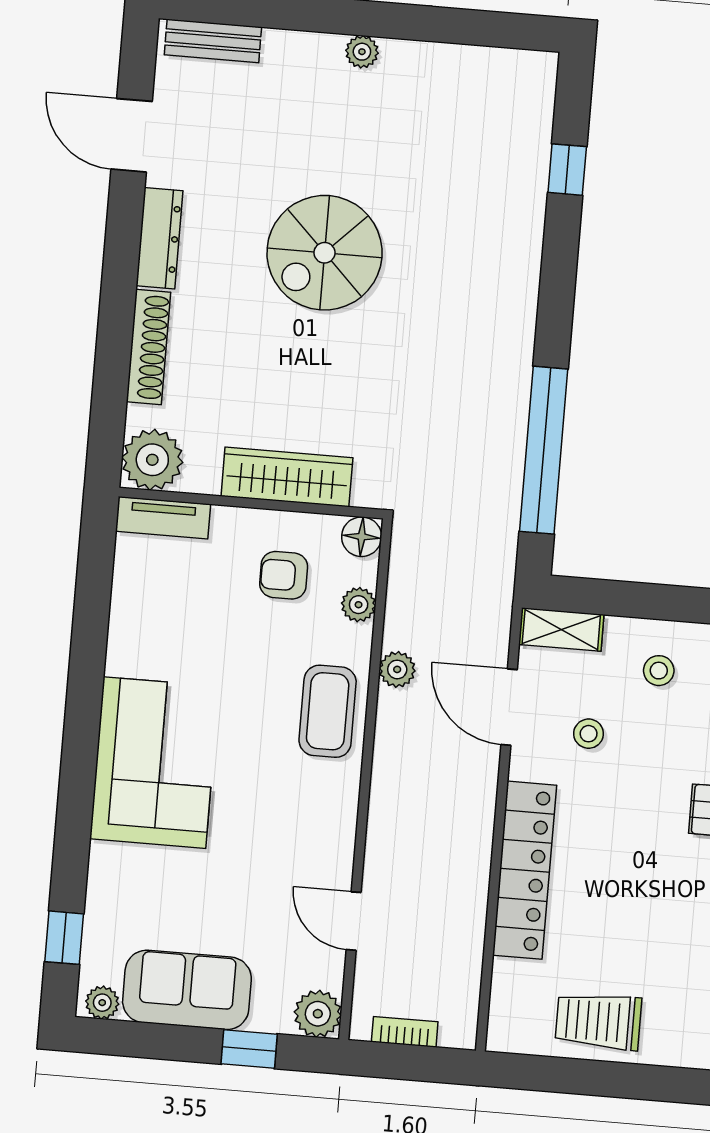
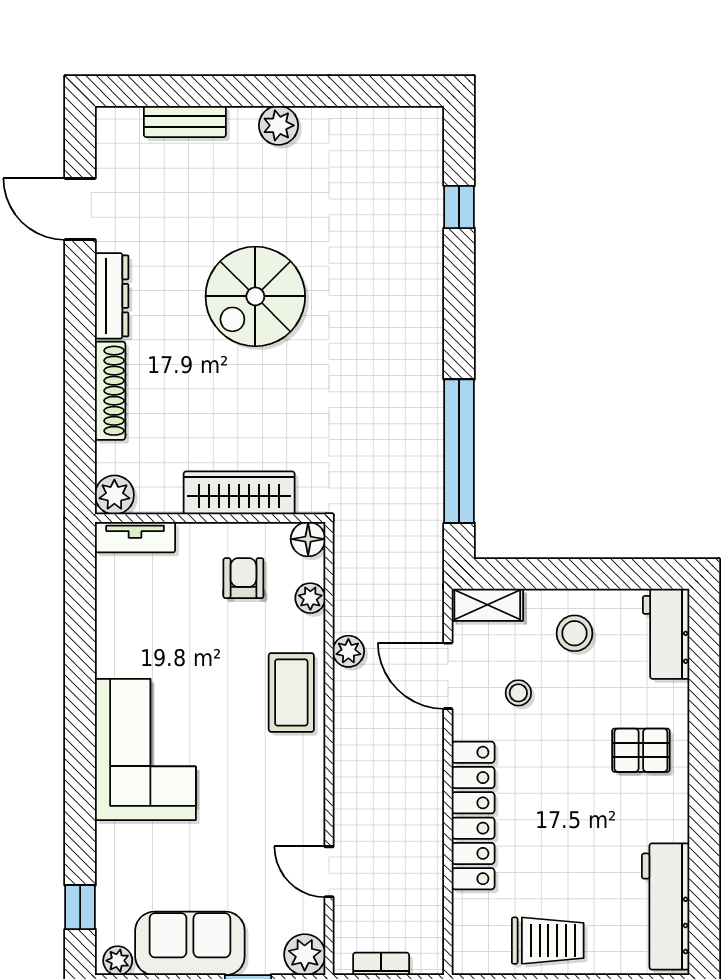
bench: (213, 41) -> (185, 121), moved
plant: (362, 52) -> (278, 125), width x1.38, depth x1.38
plant: (152, 460) -> (114, 495), width x0.73, depth x0.73
armchair: (284, 575) -> (243, 578), turned 90
stool: (659, 671) -> (574, 633), width x1.37, depth x1.37
trolley: (598, 1021) -> (548, 941), turned 180

